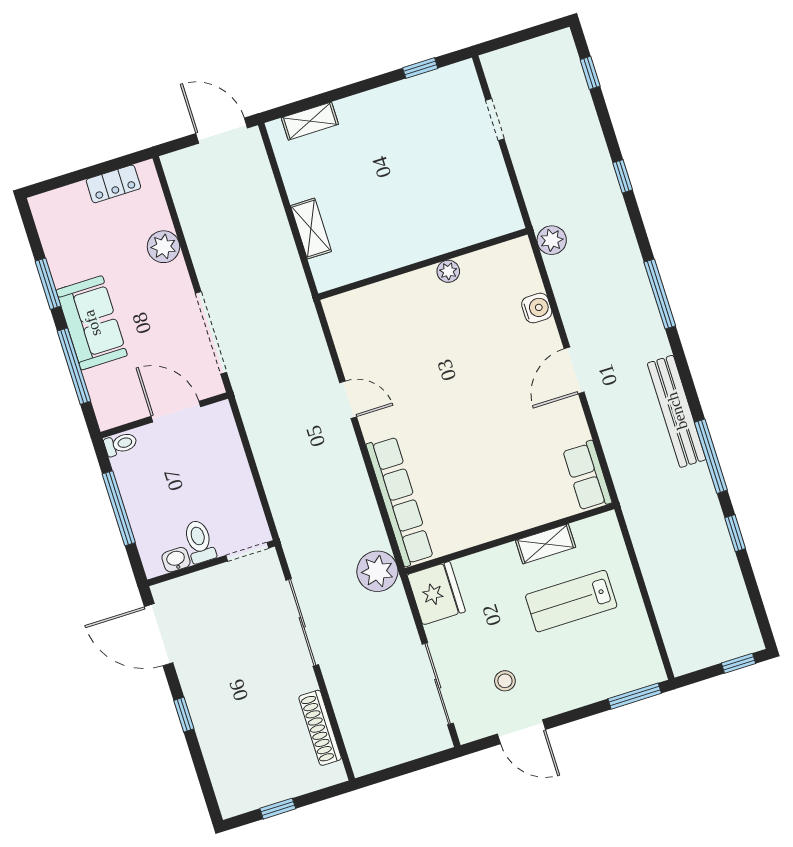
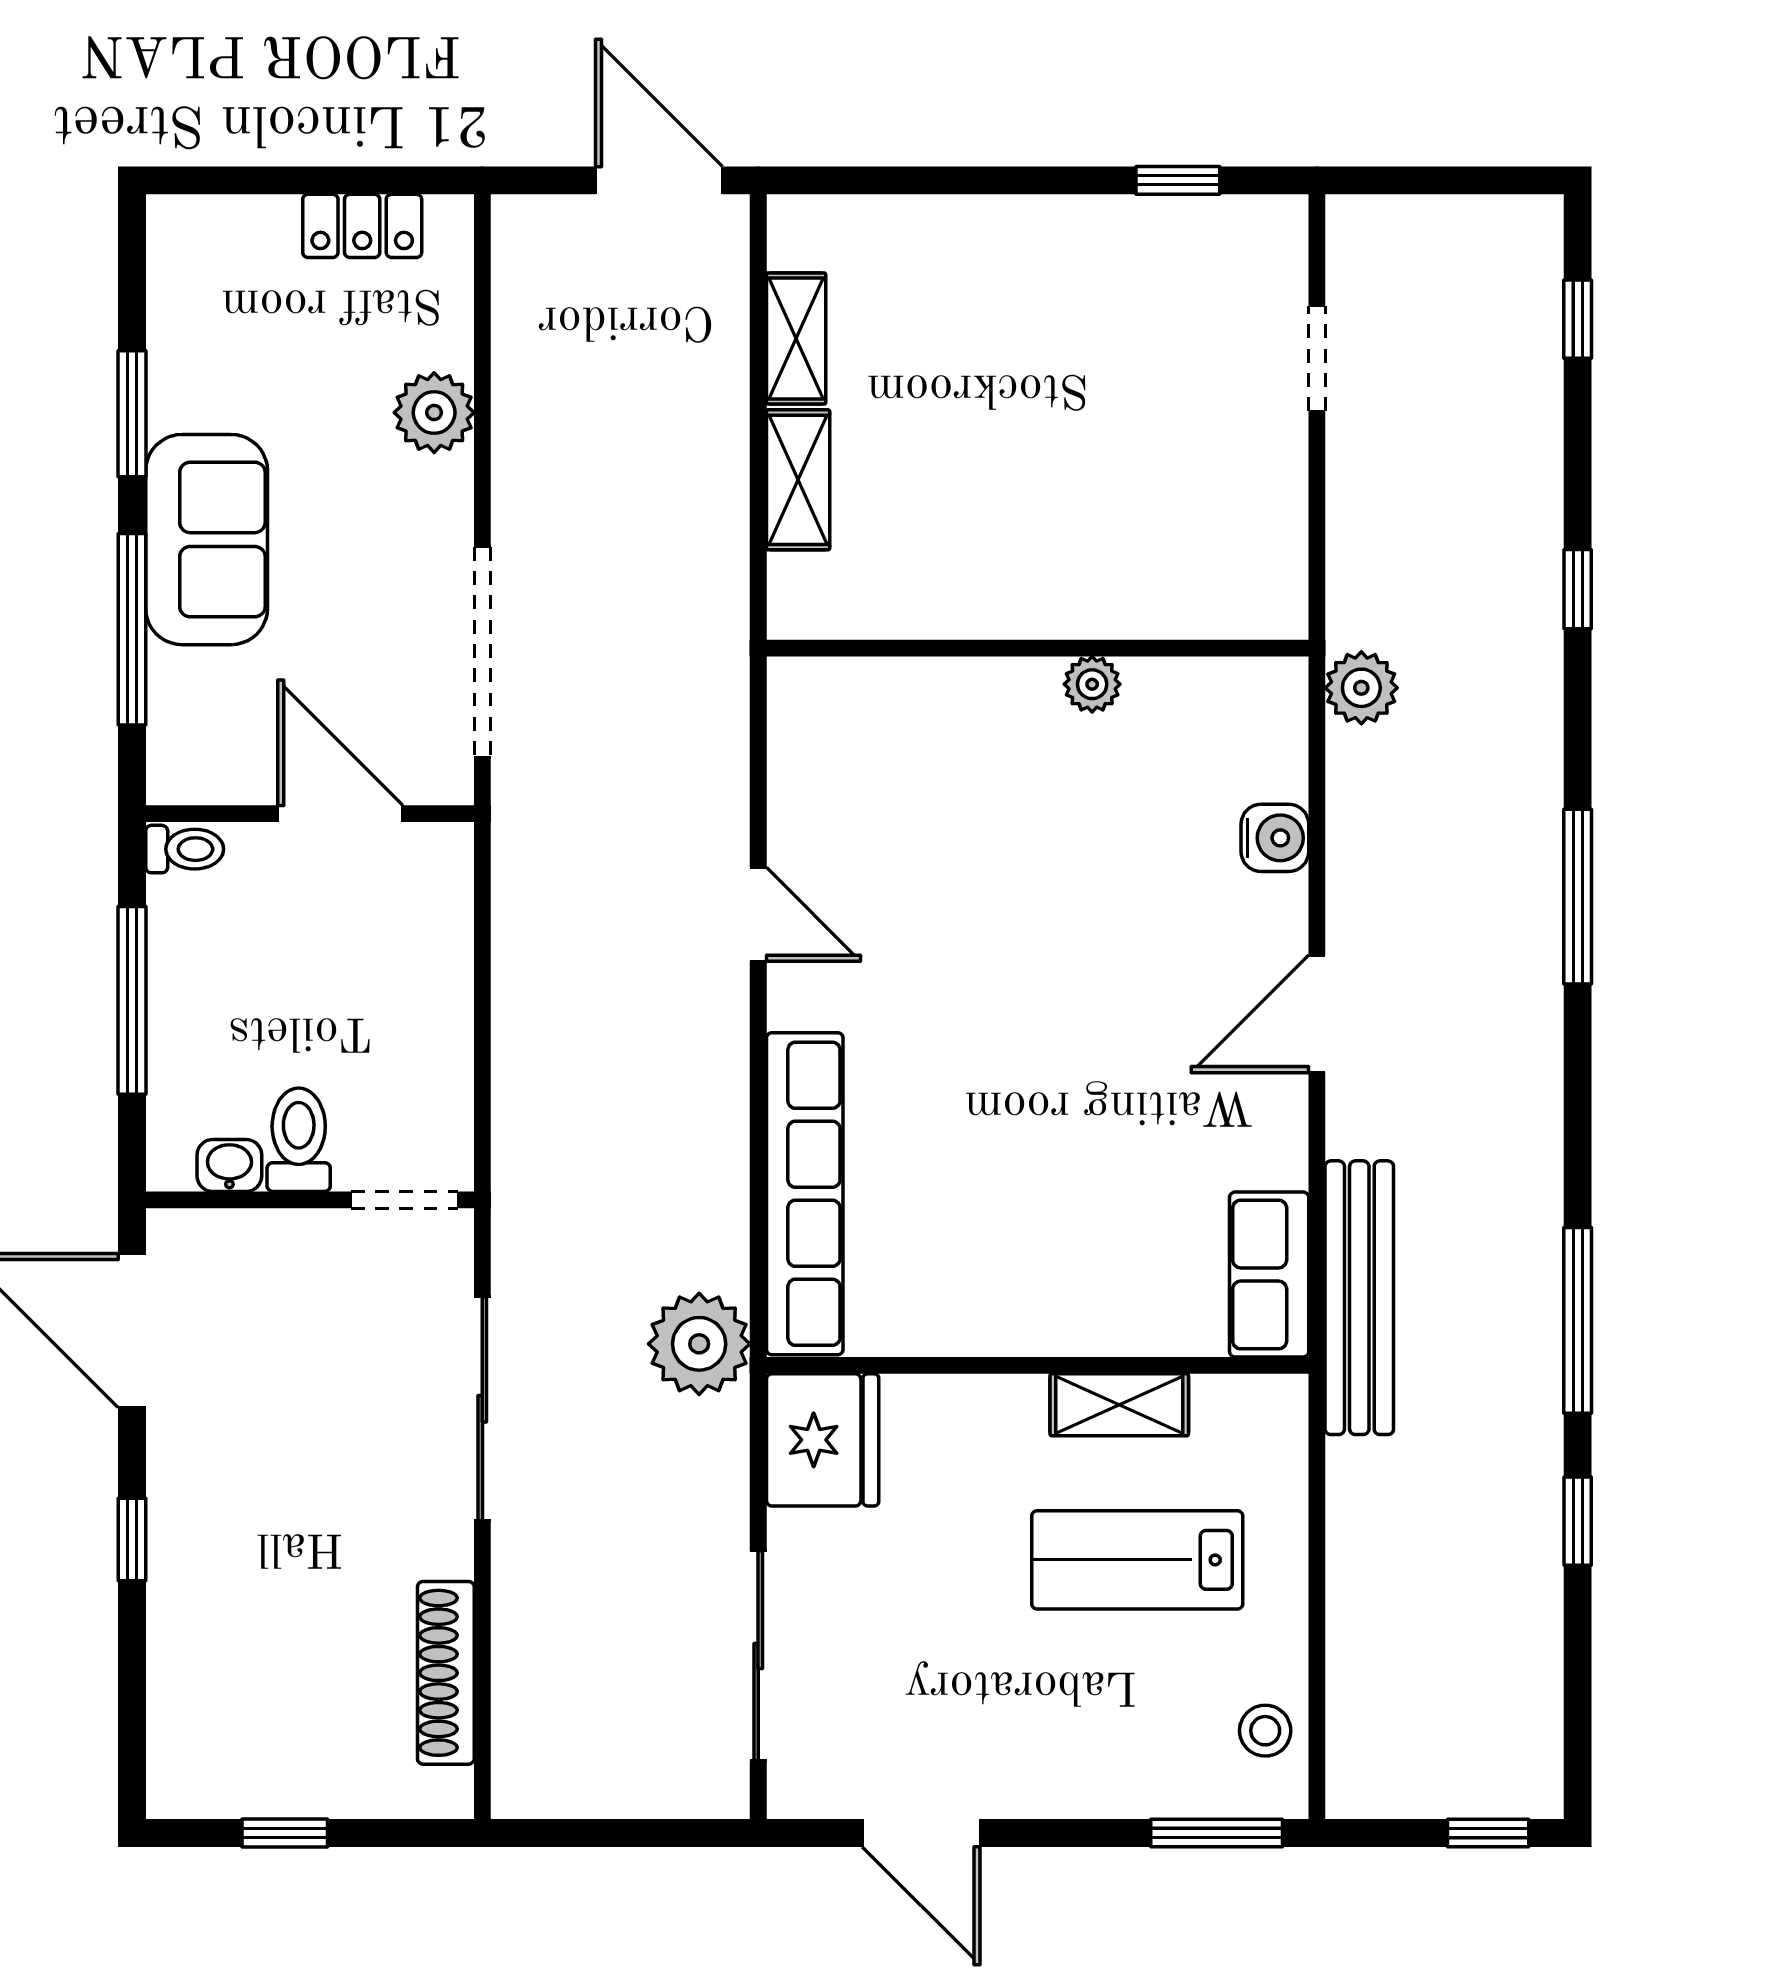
shelving: (310, 121) -> (796, 339), moved, turned 90
bench: (677, 411) -> (1359, 1298), moved
stool: (505, 681) -> (1265, 1731), moved

